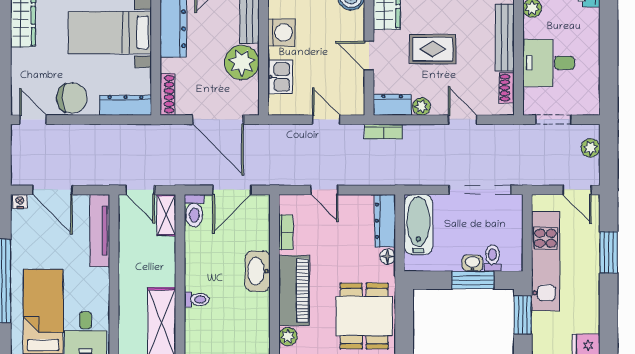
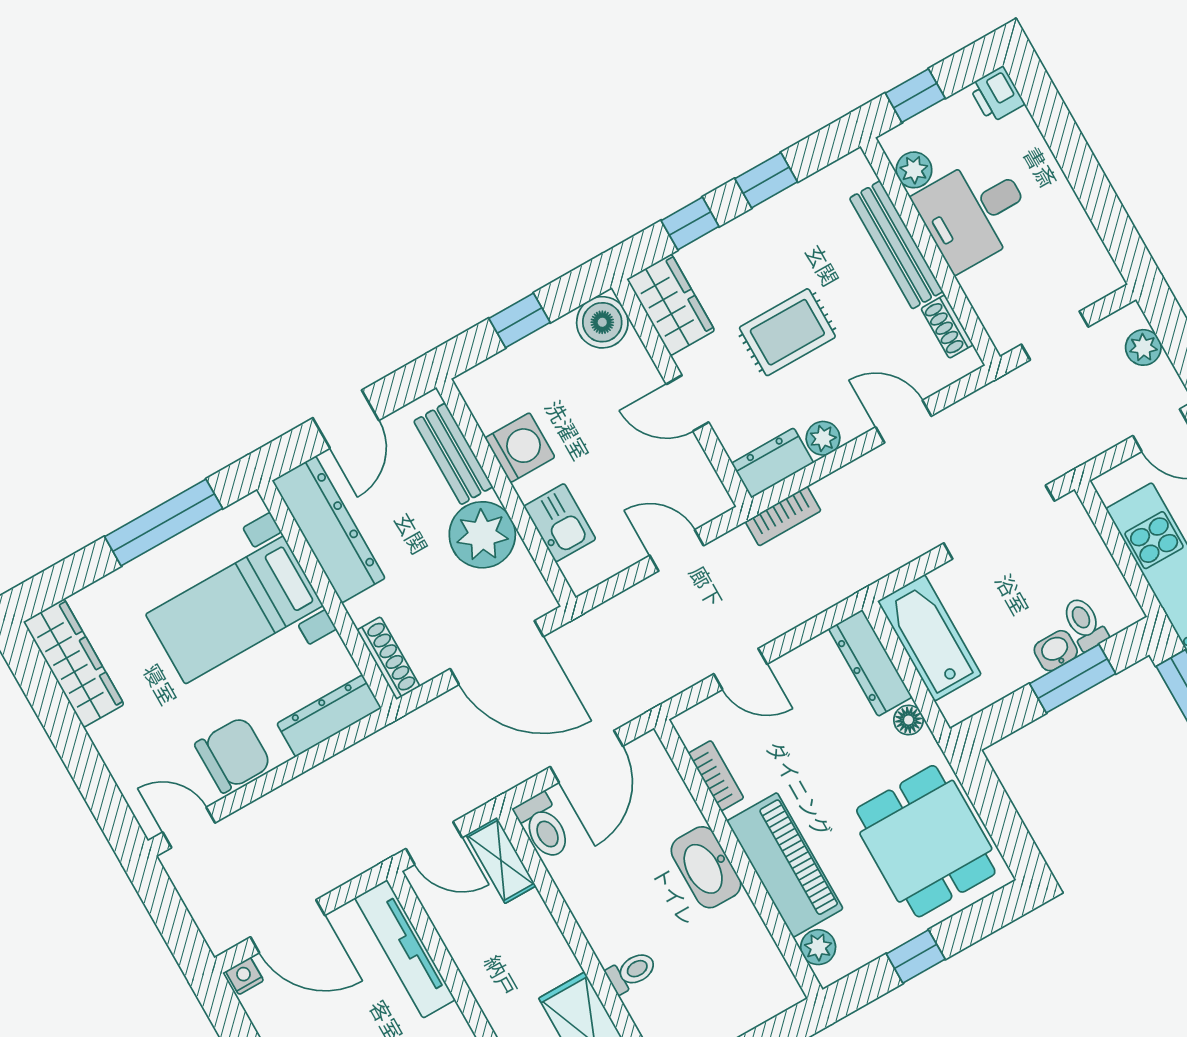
desk: (549, 63) -> (974, 212), moved

